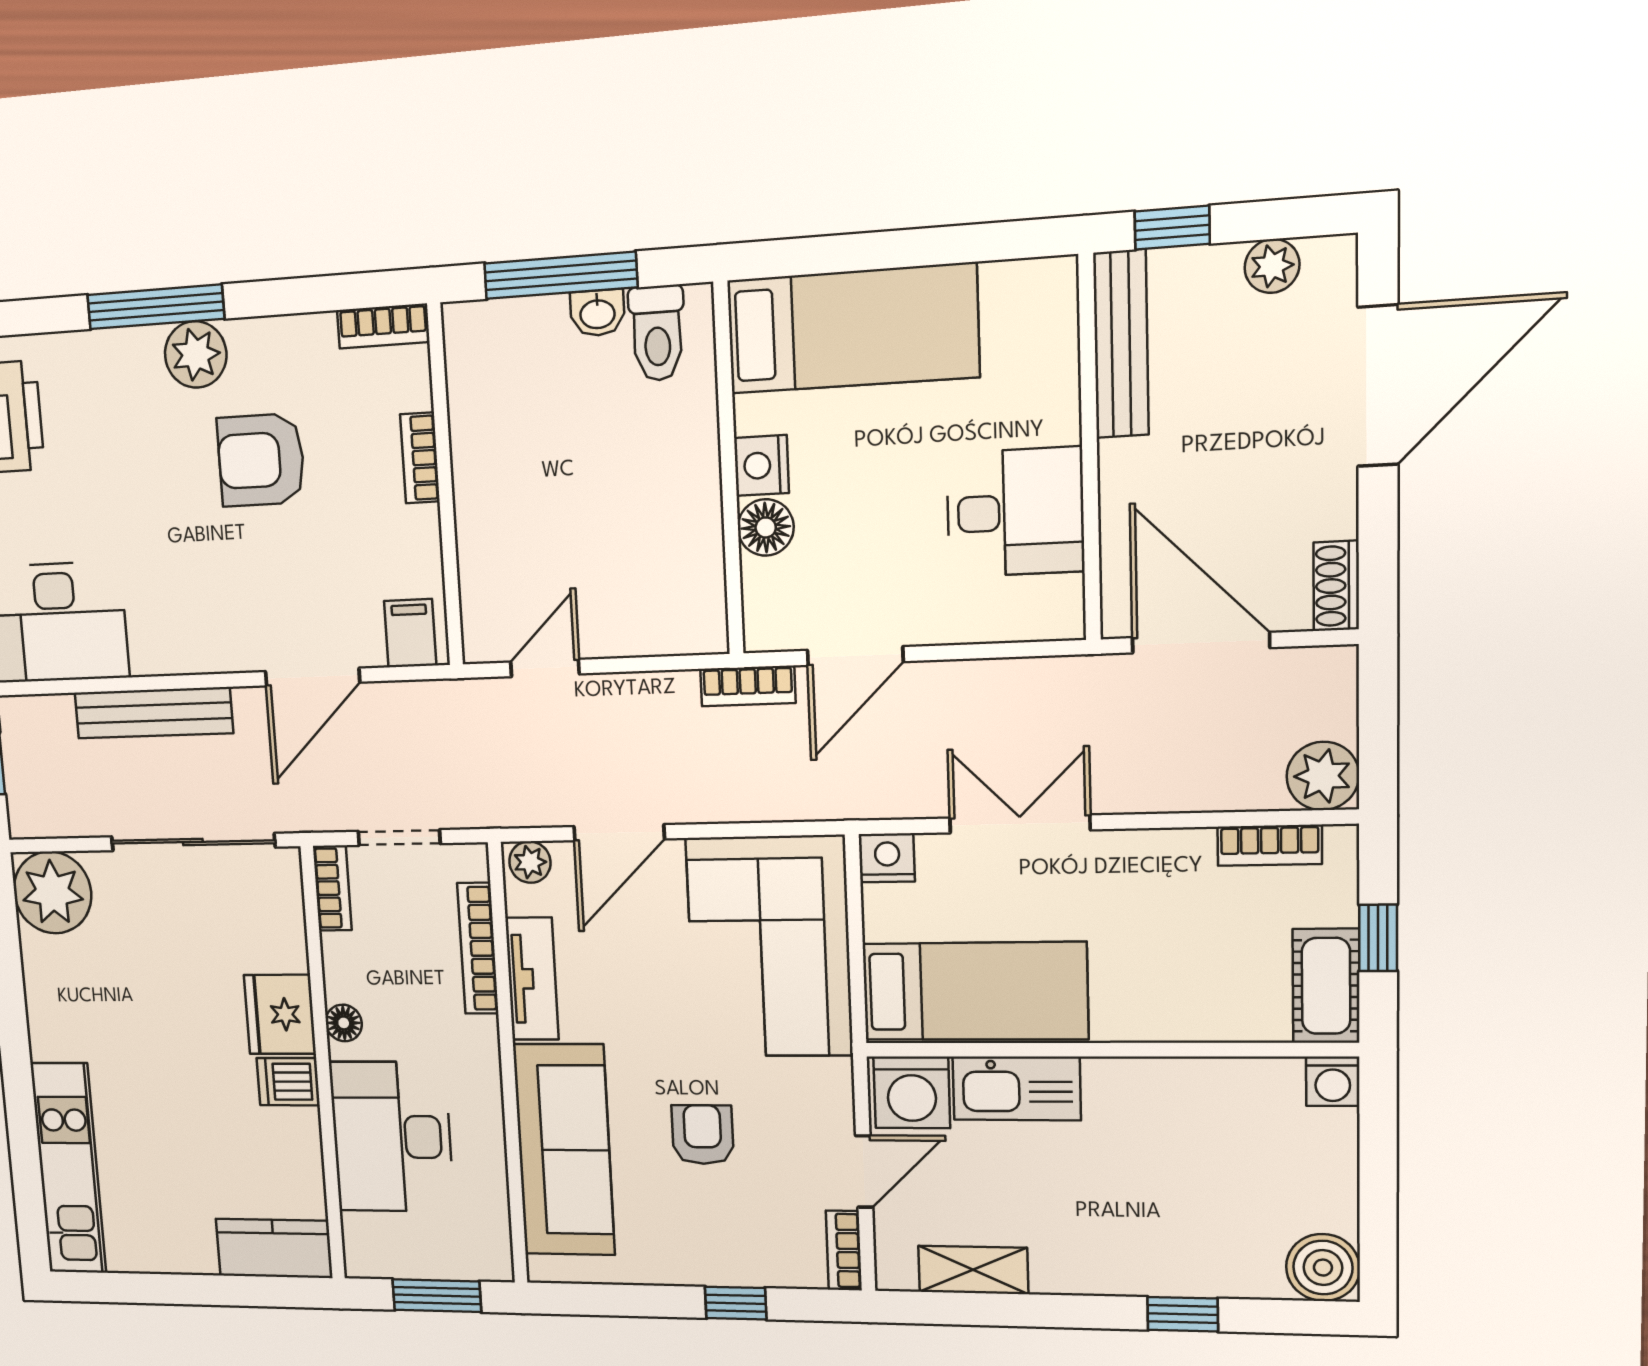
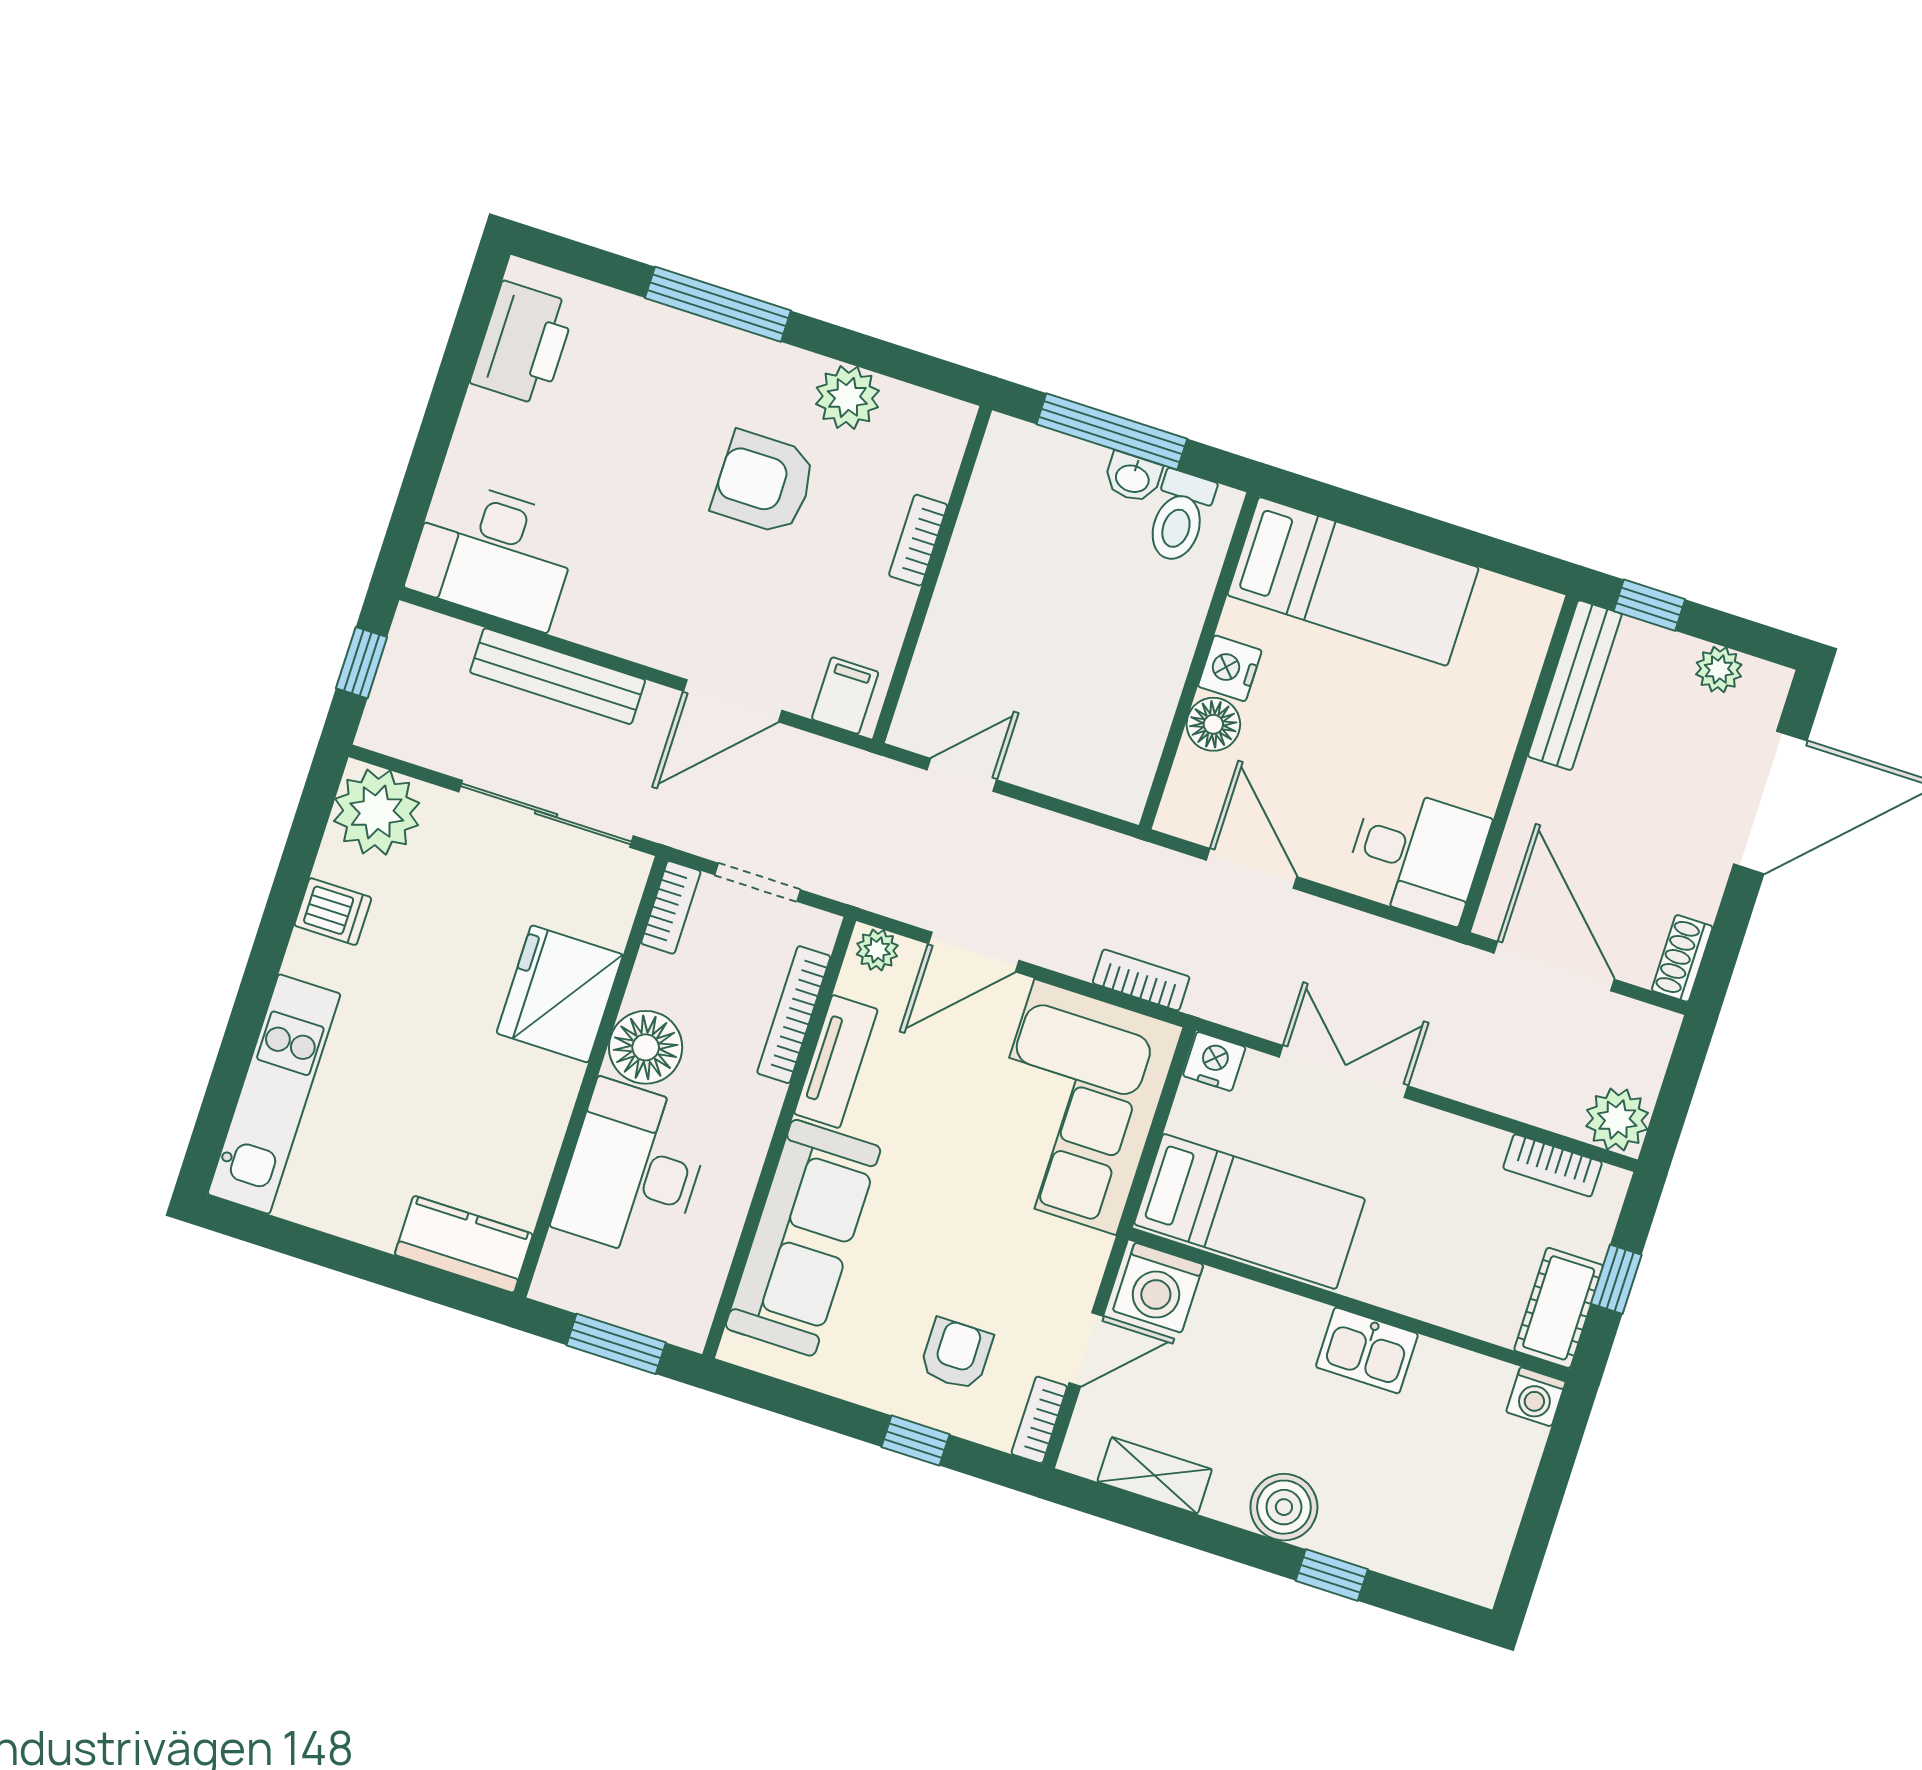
bookcase: (383, 326) -> (930, 409), removed
plant: (196, 354) -> (847, 397), moved
desk: (1015, 512) -> (1417, 855), moved
door: (855, 656) -> (1252, 868), swing flipped
bookcase: (748, 686) -> (1141, 980), moved, turned 180
fridge: (280, 1014) -> (560, 994), width x1.36, depth x1.34
floor lamp: (344, 1023) -> (646, 1047), width x1.89, depth x1.89
dishwasher: (288, 1082) -> (333, 912), moved, turned 180
kitchen sink: (1016, 1088) -> (1367, 1350), moved, width x0.73
armchair: (703, 1135) -> (956, 1354), moved
boiler: (1323, 1268) -> (1284, 1507), moved

